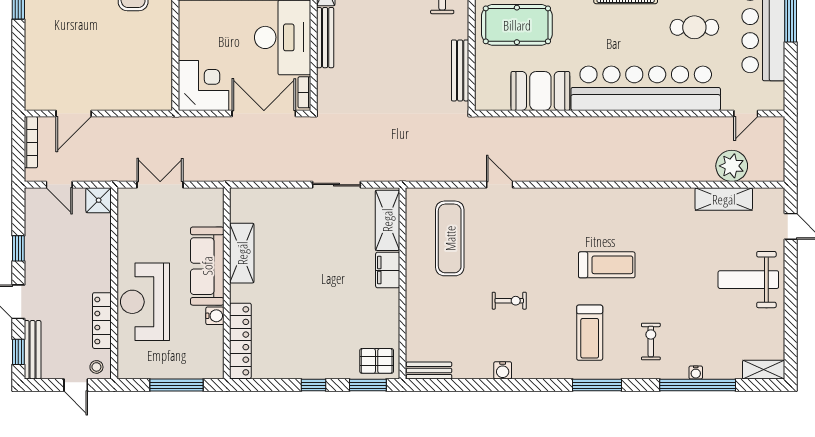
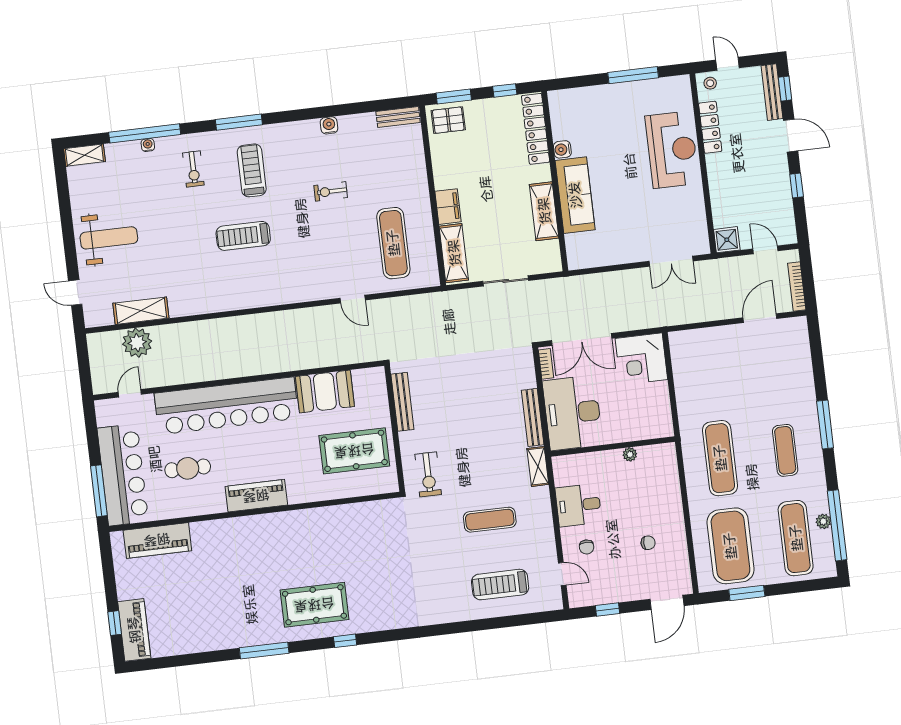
shelving: (242, 253) -> (544, 211), moved
sofa: (207, 266) -> (575, 195), moved
wall: (227, 283) -> (555, 181), moved
water cooler: (215, 316) -> (562, 149), moved
locker: (240, 341) -> (536, 129), moved

